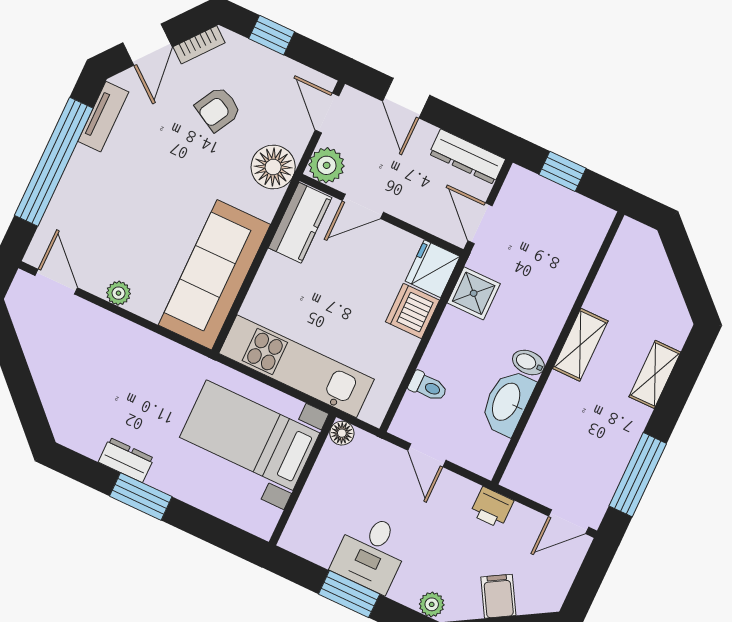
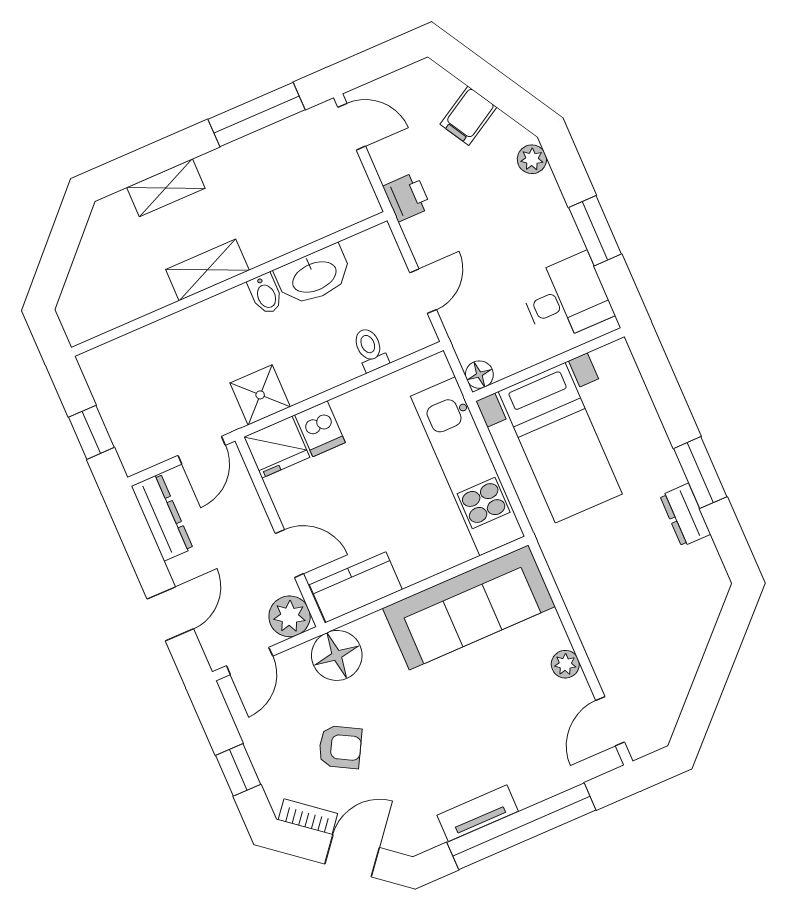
tv unit: (103, 117) -> (478, 813), moved
dishwasher: (412, 311) -> (320, 429), width x0.73
desk: (371, 553) -> (566, 298), moved

